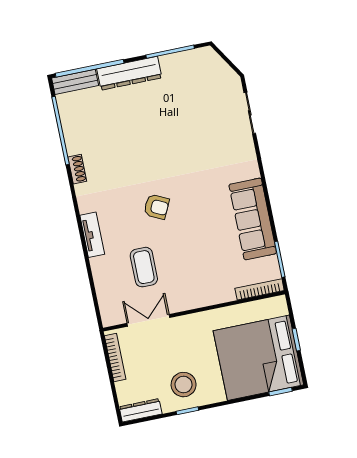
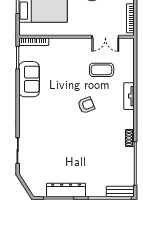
dresser: (129, 73) -> (66, 190), moved
armchair: (156, 207) -> (86, 105), turned 132
sofa: (253, 219) -> (29, 79), width x0.73
coffee table: (144, 267) -> (102, 70), turned 90

